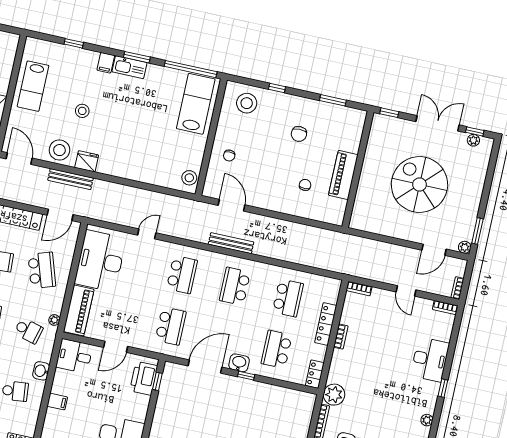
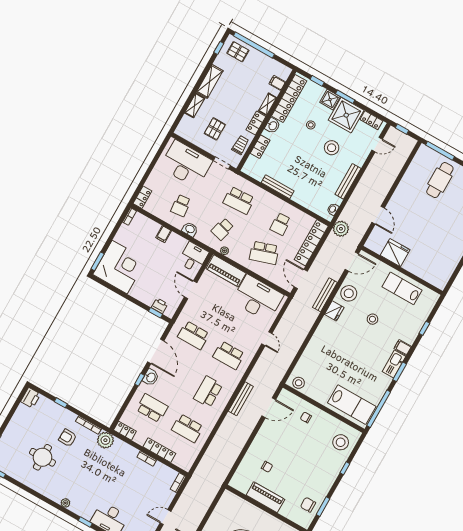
chair: (299, 134) -> (308, 505), moved
school desk: (235, 286) -> (208, 392), turned -90
printer: (144, 378) -> (160, 306), width x0.53, depth x0.68

